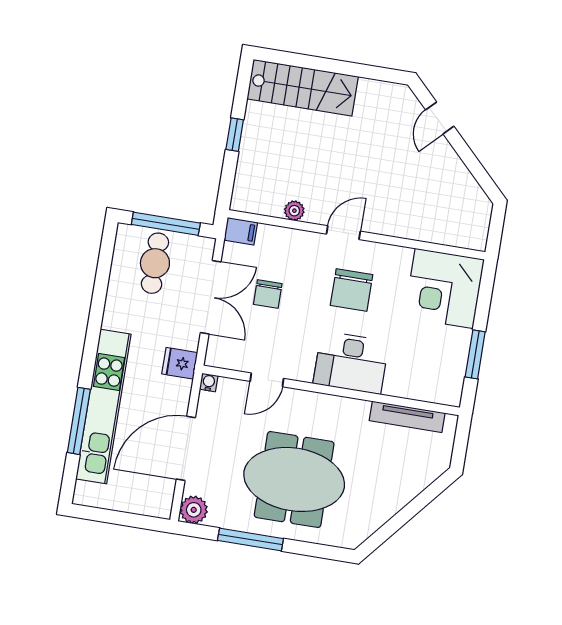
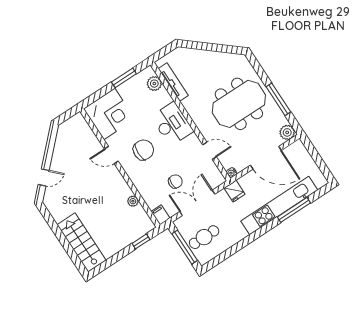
window: (235, 135) -> (141, 241), moved
door: (343, 233) -> (111, 155), moved
plant: (429, 389) -> (154, 84), added
meeting table: (294, 479) -> (239, 104), turned 90

